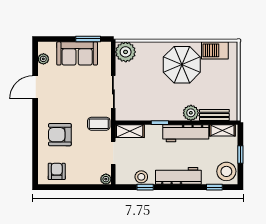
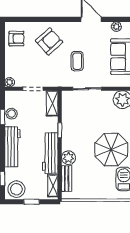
coffee table: (99, 124) -> (77, 61), moved
armchair: (60, 135) -> (49, 41), turned 48

